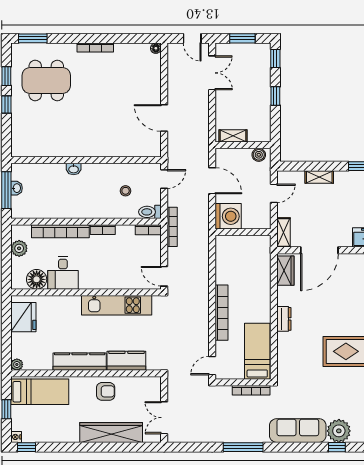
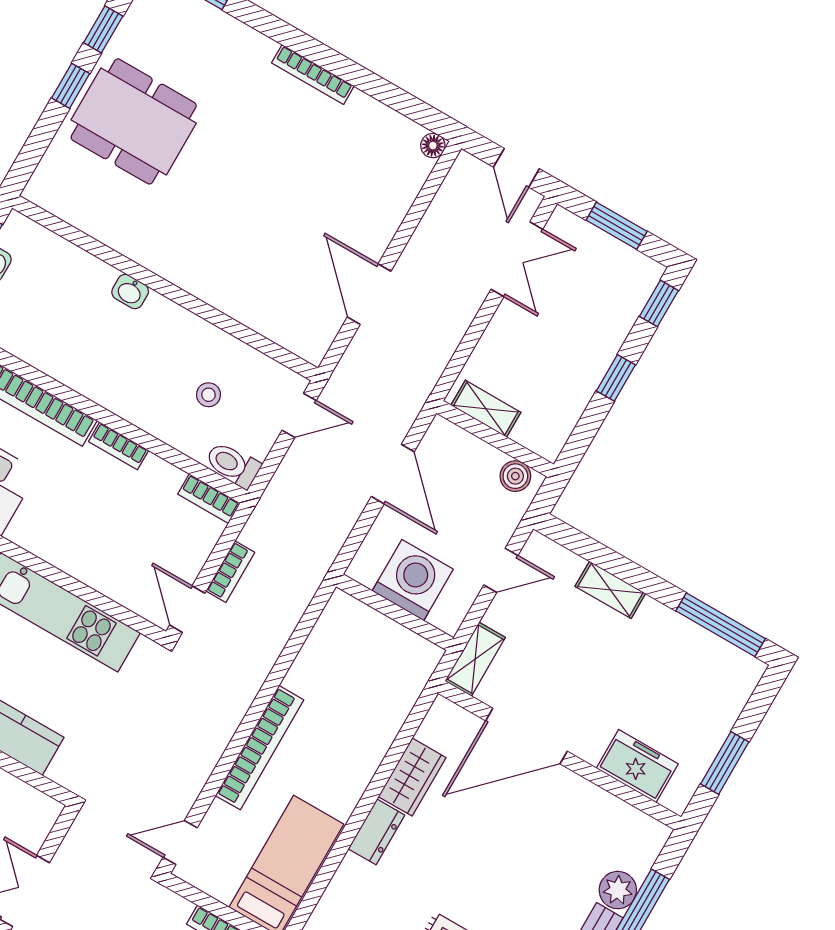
dining table: (46, 80) -> (134, 121), moved
washing machine: (228, 216) -> (413, 580), moved, turned -90
bookcase: (172, 227) -> (230, 572), moved, width x0.64
wardrobe: (285, 271) -> (412, 777), moved

